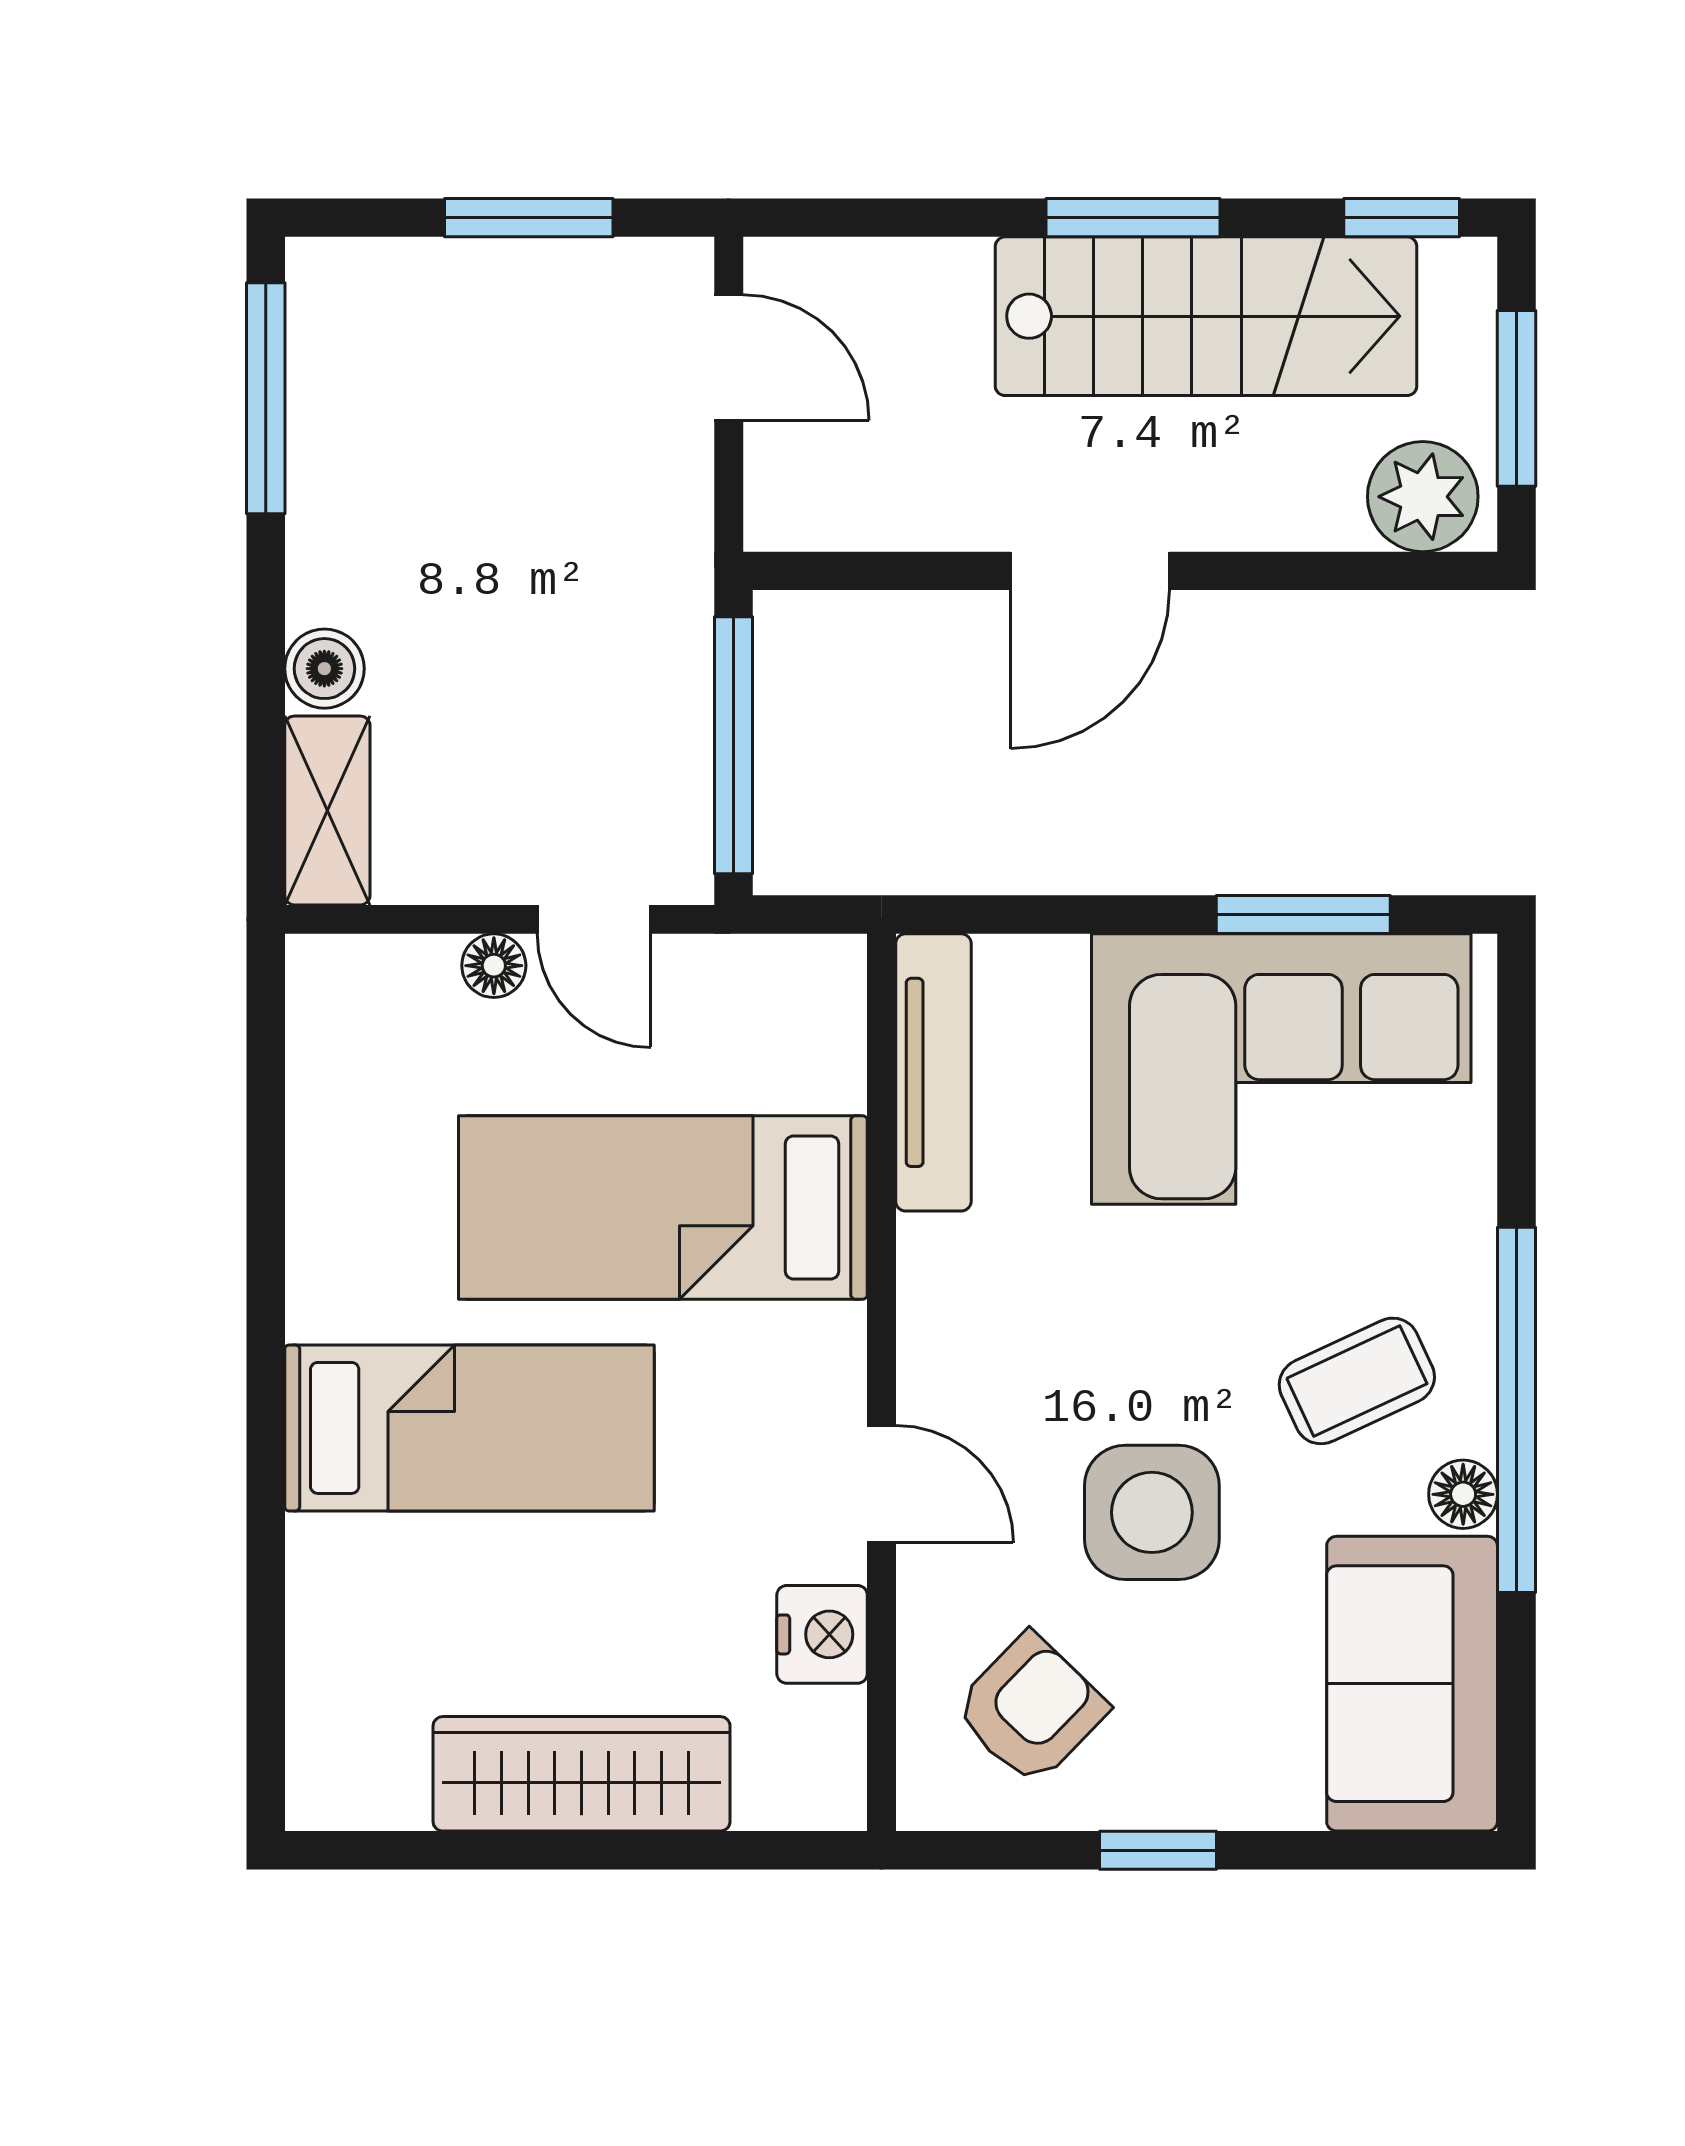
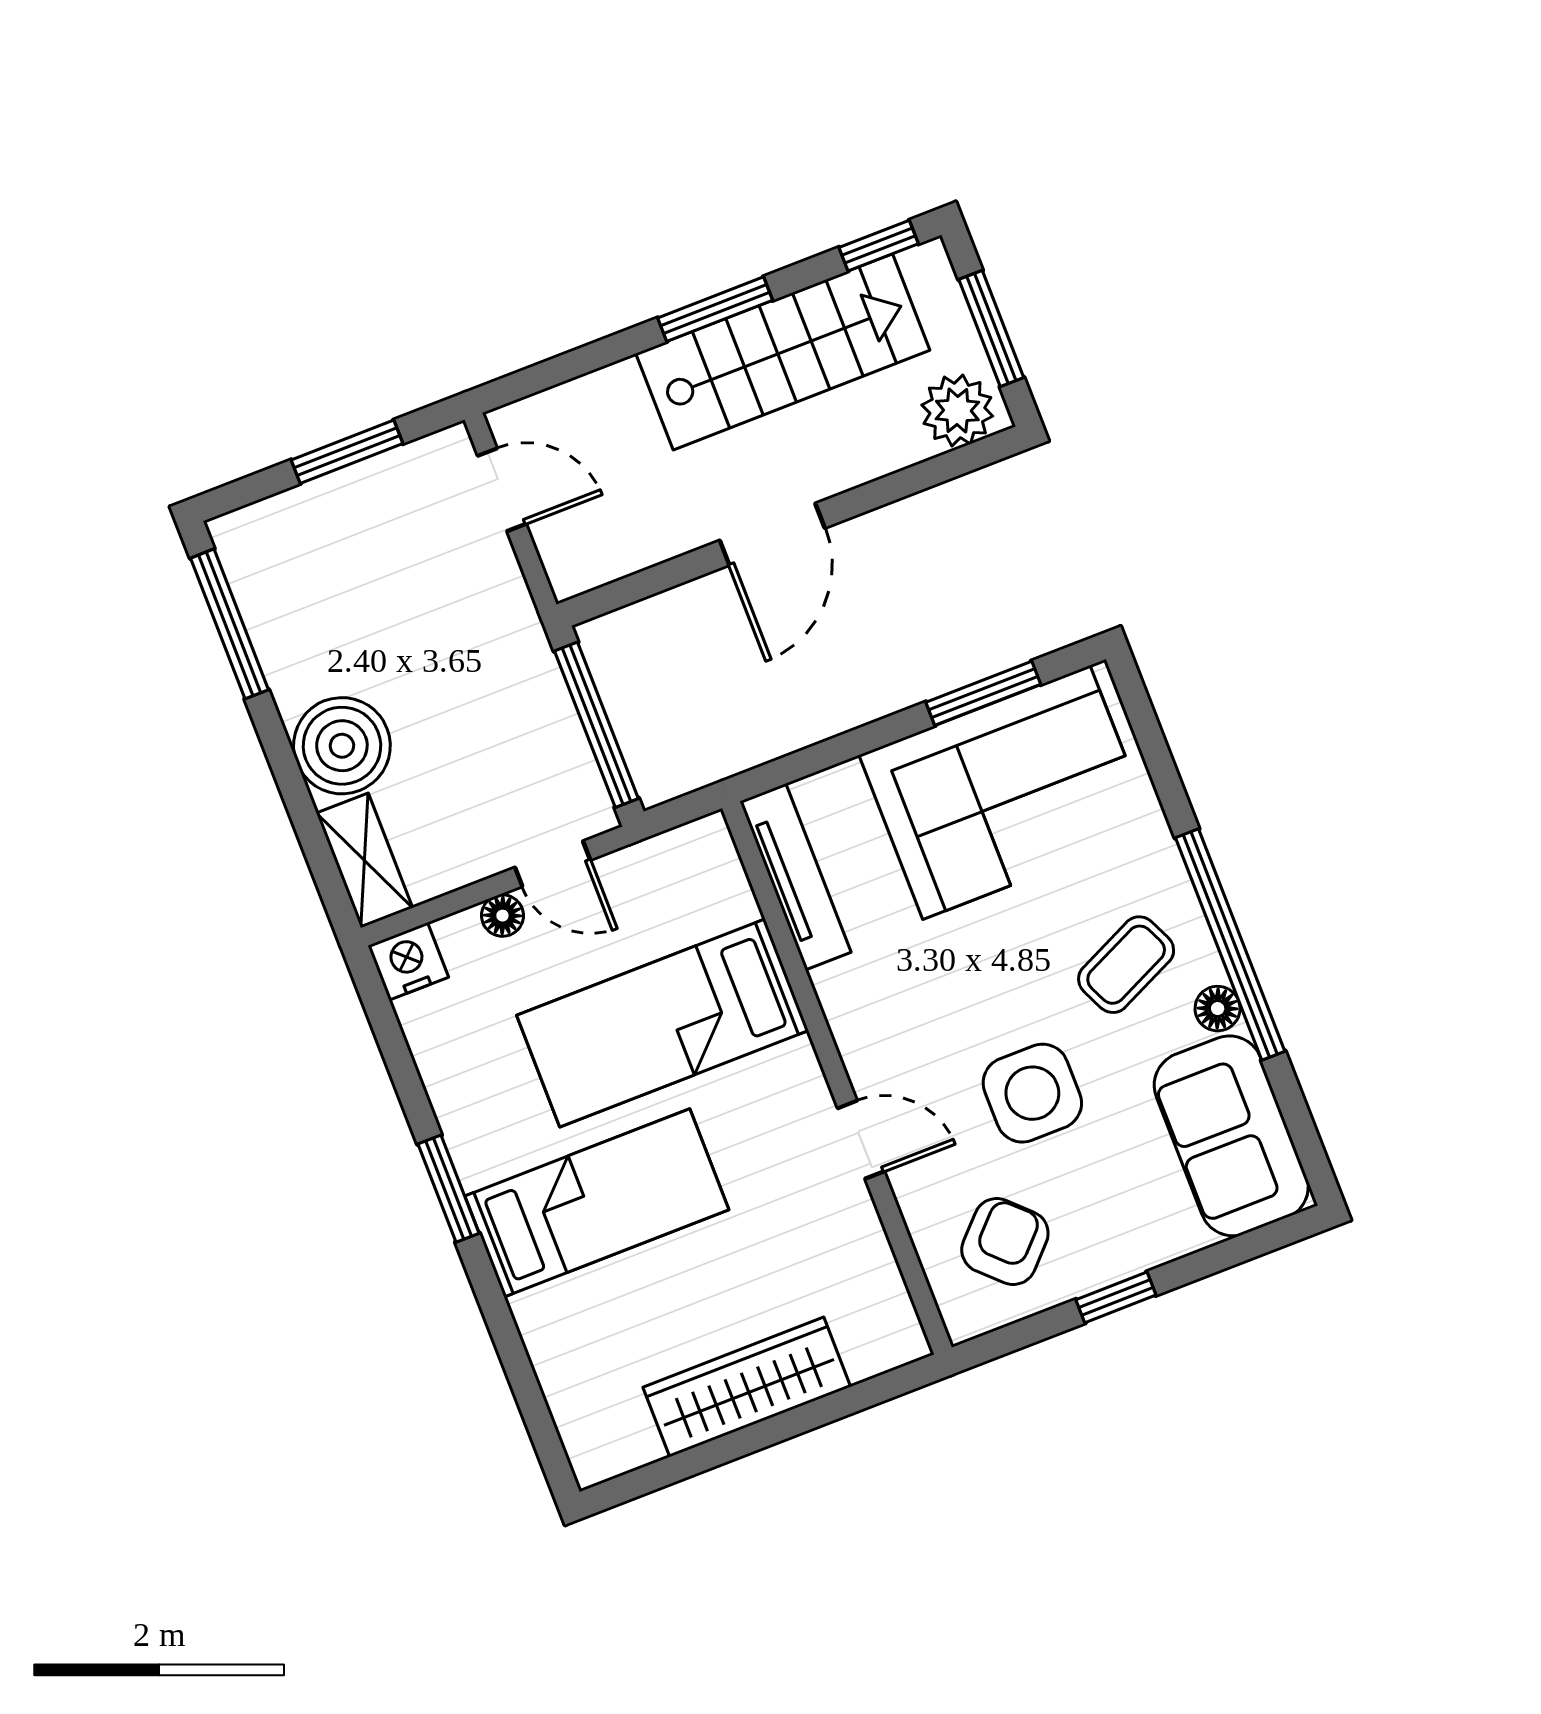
boiler: (324, 669) -> (342, 746), width x1.86, depth x1.86
window: (266, 1326) -> (449, 1189), added
nightstand: (822, 1634) -> (408, 961), moved, turned -90

